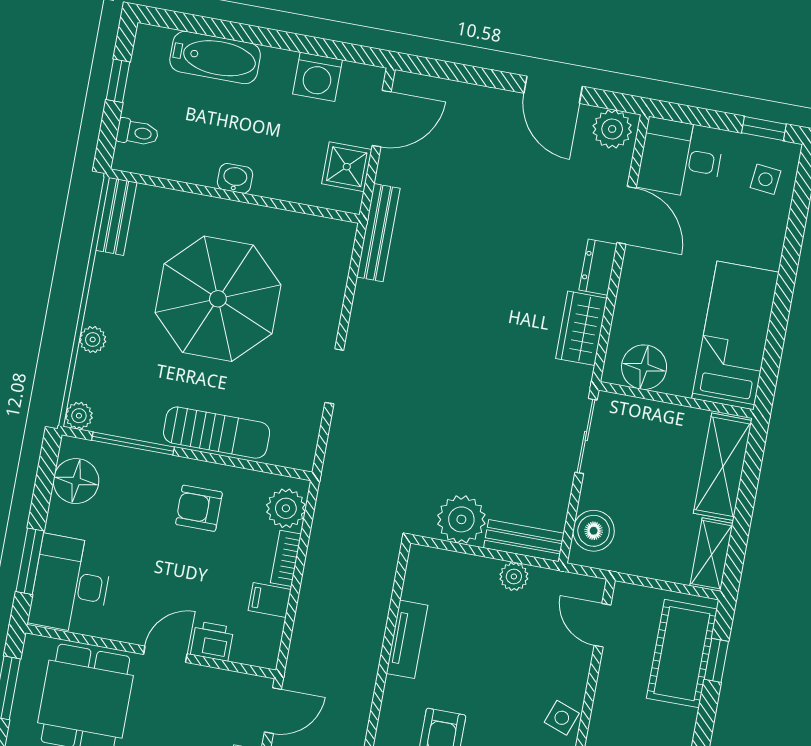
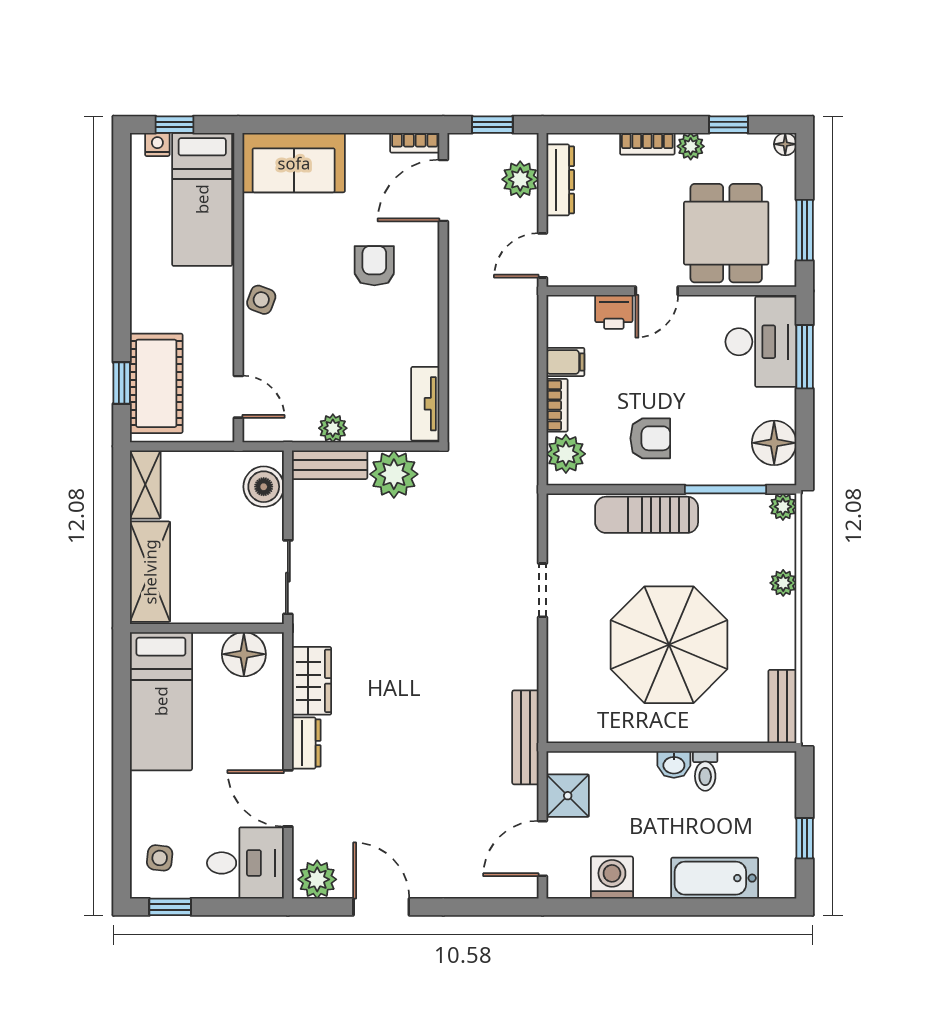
toilet: (137, 133) -> (705, 771), moved, turned -90
tv unit: (407, 639) -> (425, 404), moved

